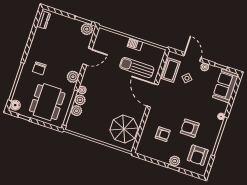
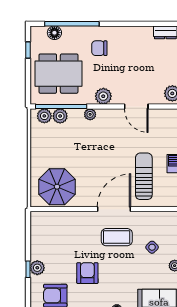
coffee table: (171, 70) -> (117, 237), moved
plant: (80, 100) -> (44, 116), moved
floor lamp: (15, 105) -> (54, 33), moved
armchair: (163, 134) -> (67, 240), removed

